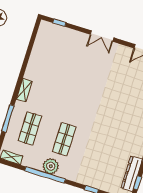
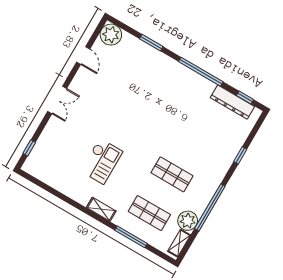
checkout: (62, 82) -> (102, 161), added
plant: (51, 166) -> (188, 221), moved

